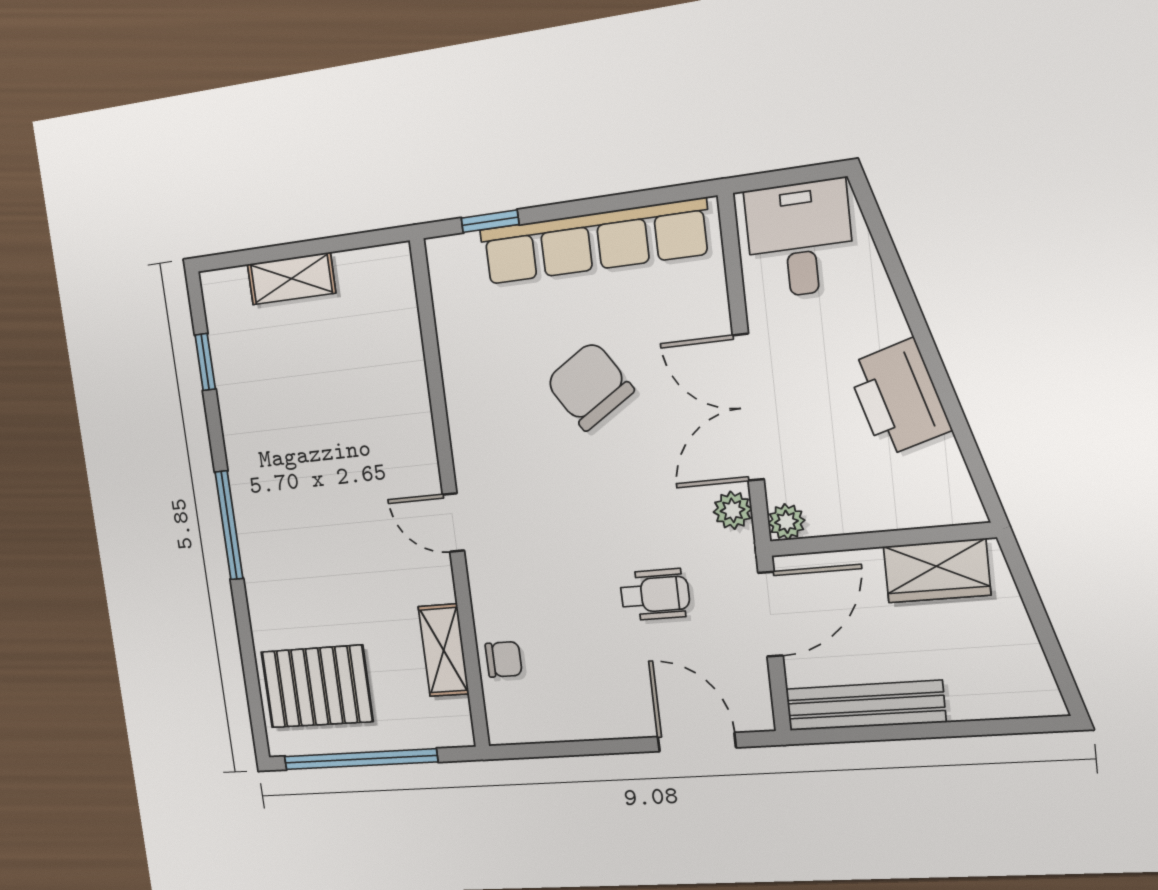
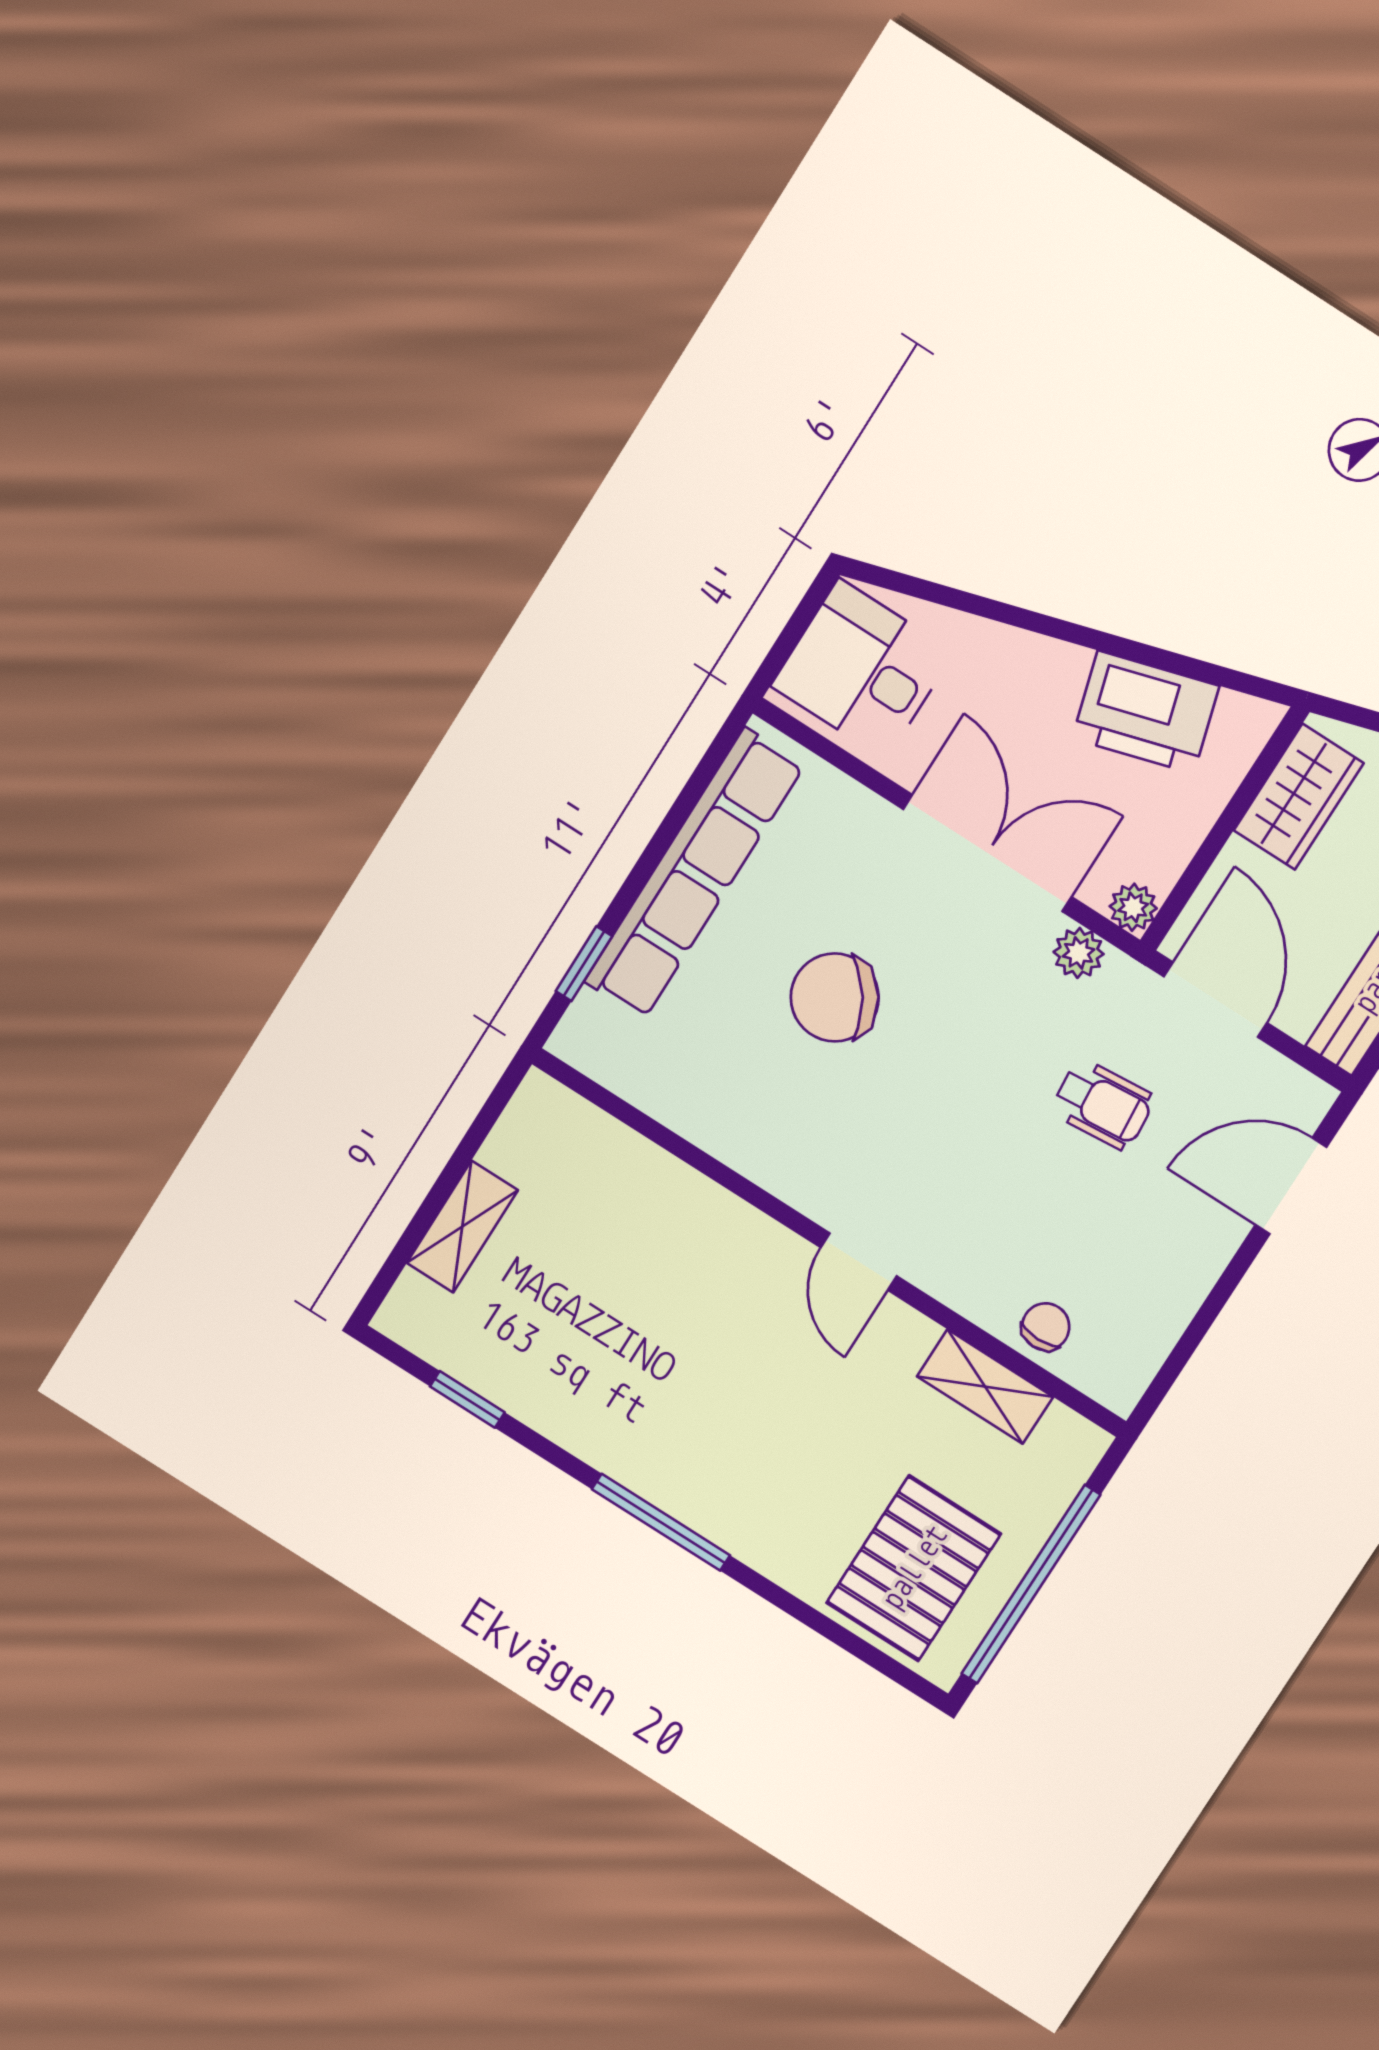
printer: (899, 398) -> (1146, 712), moved
double door: (748, 408) -> (987, 853), swing flipped
door: (453, 523) -> (859, 1262), hinge flipped
wheelchair: (655, 595) -> (1103, 1104), turned 85

